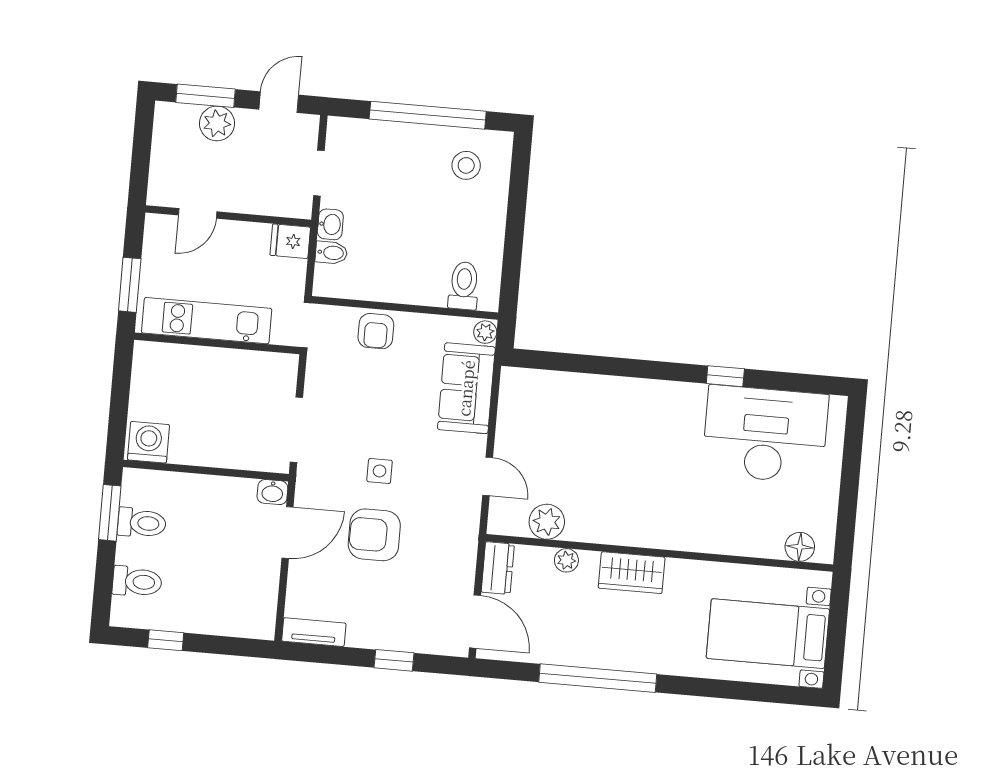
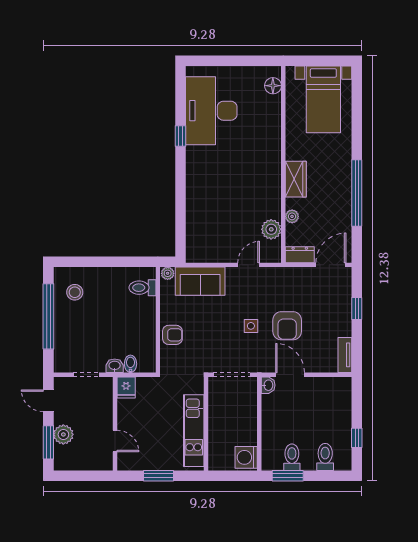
kitchen unit: (207, 321) -> (194, 431), moved
wall: (217, 343) -> (206, 424), moved

